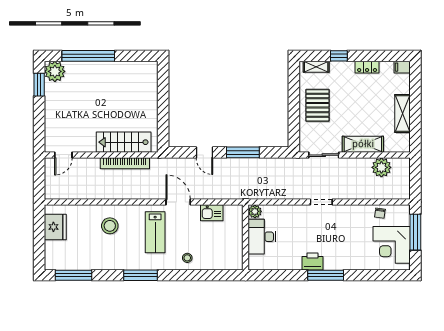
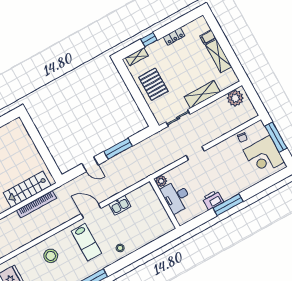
filing cabinet: (402, 67) -> (208, 37), moved
plant: (381, 167) -> (235, 98), moved
plant: (255, 211) -> (161, 181), moved
wall: (245, 237) -> (165, 204), moved
desk: (262, 237) -> (176, 197), moved

